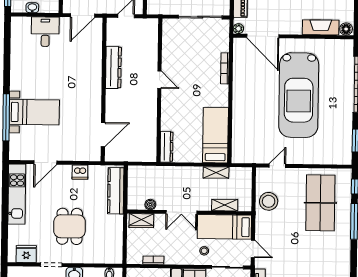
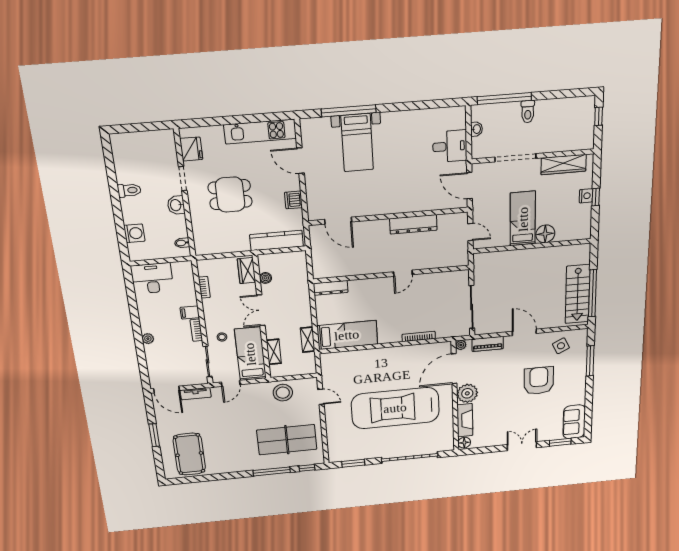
plant: (291, 24) -> (467, 393), added

